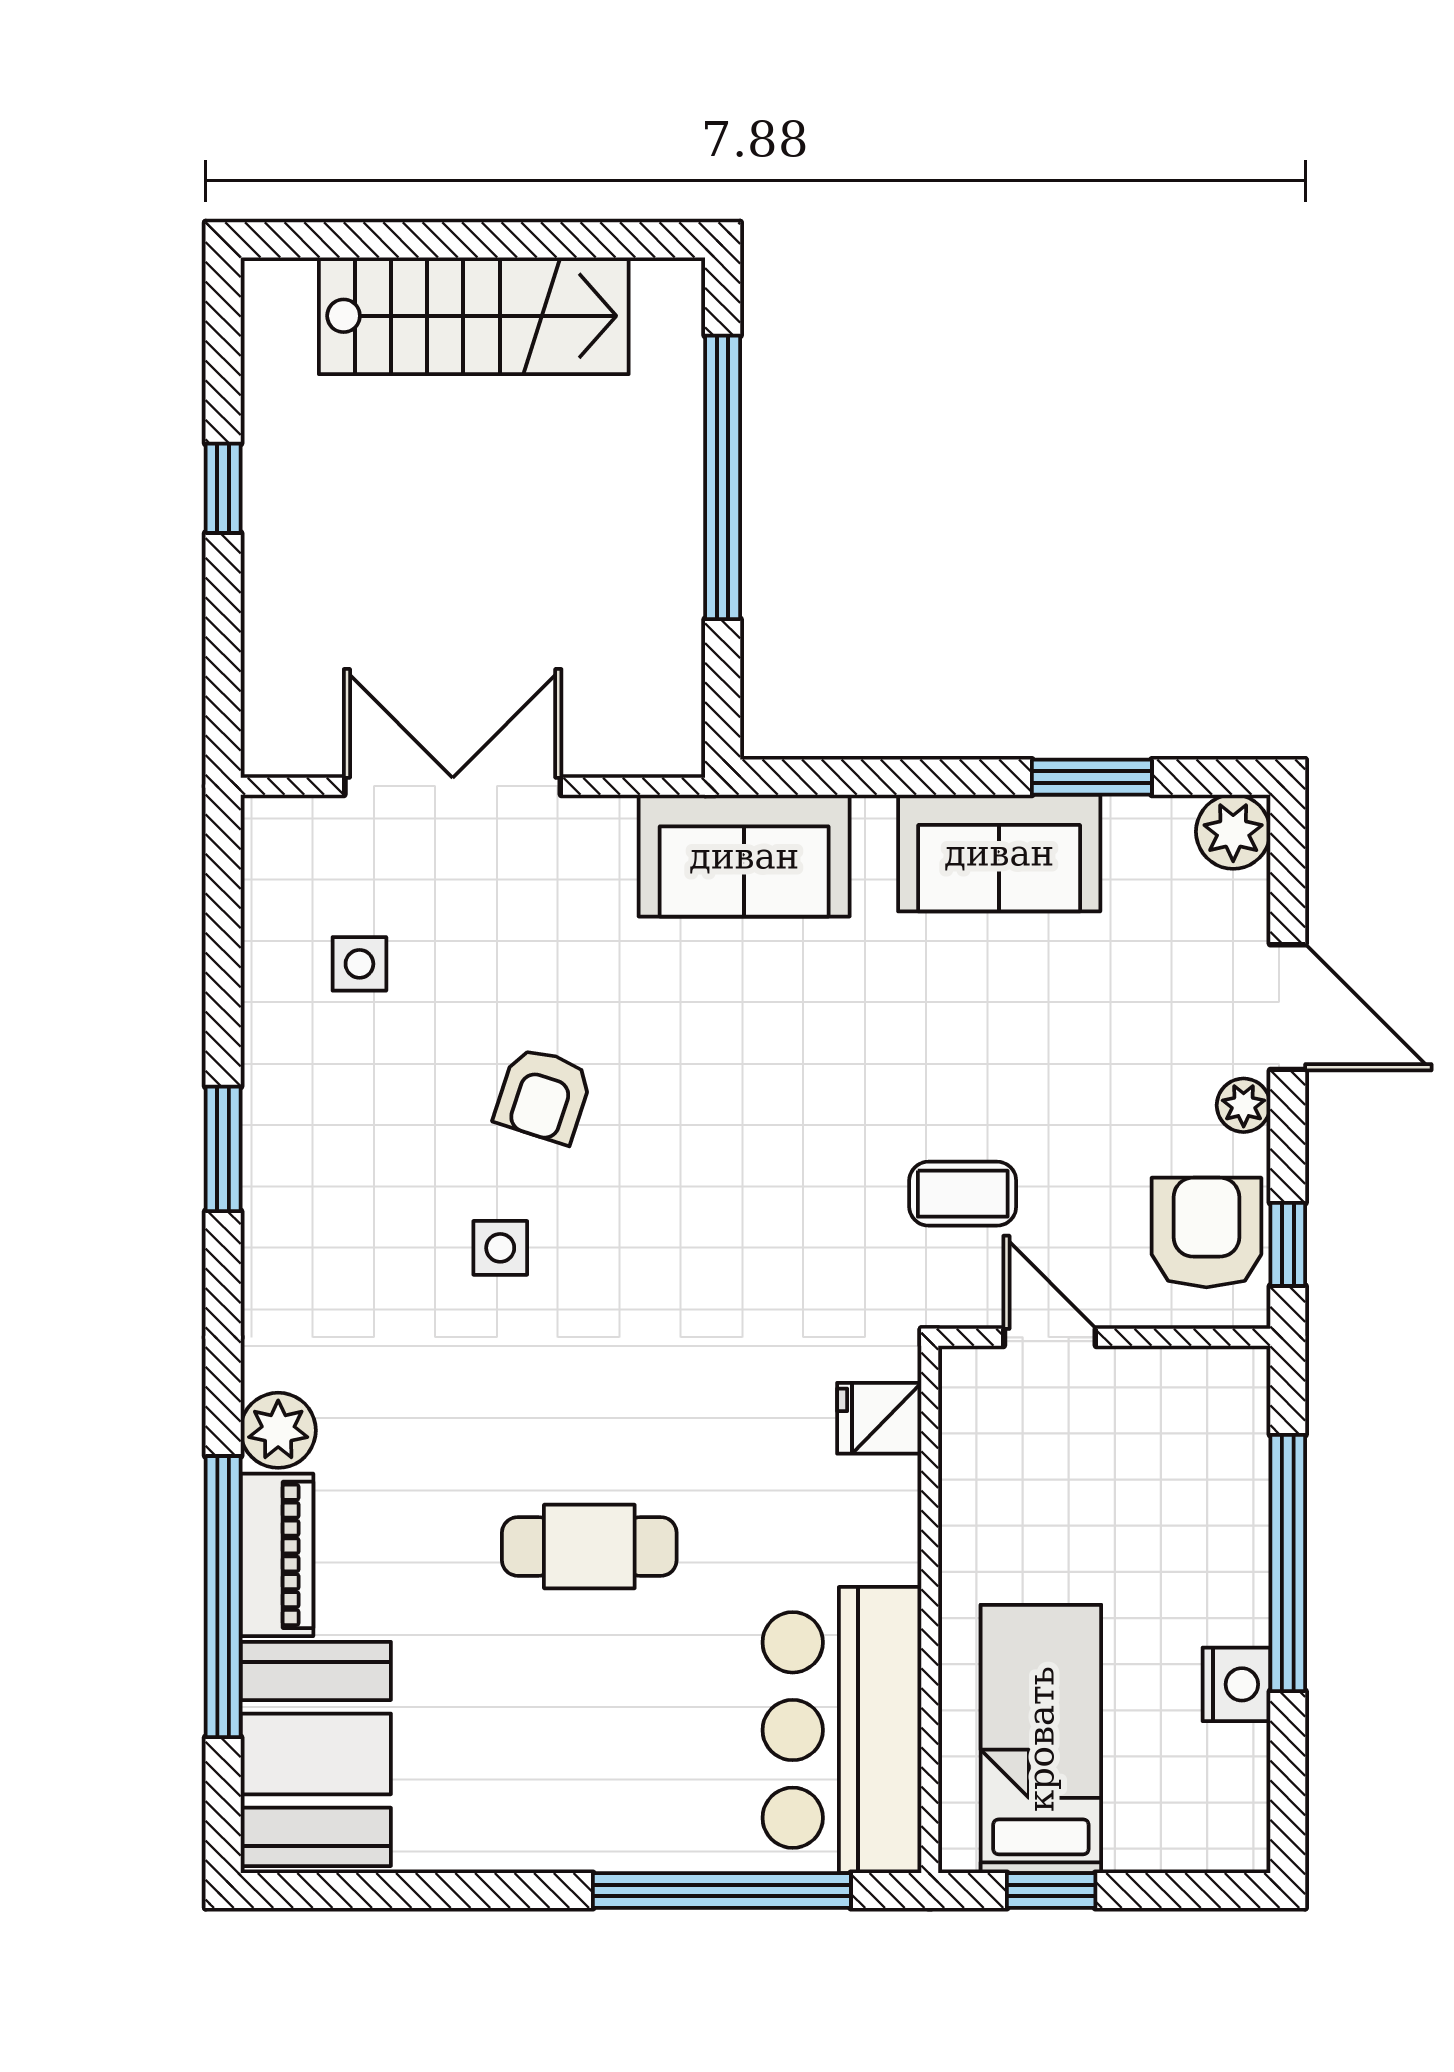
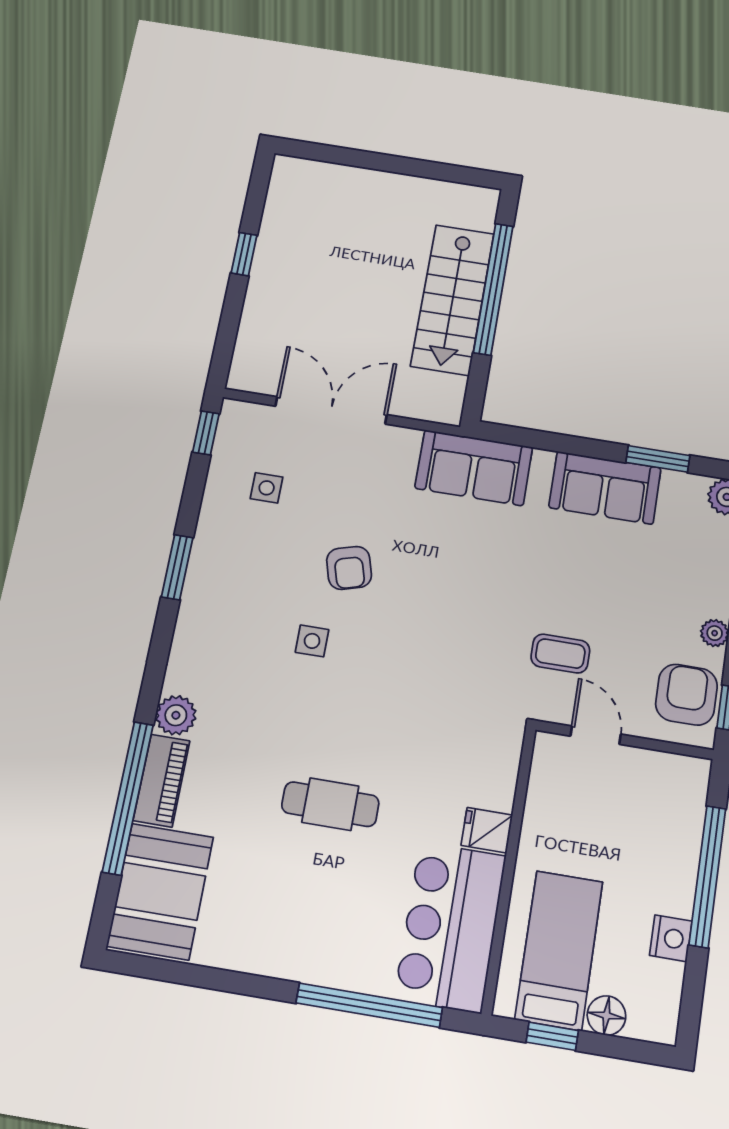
stairs: (474, 316) -> (453, 300), moved, turned 90
window: (223, 873) -> (206, 433), added
armchair: (543, 1095) -> (349, 568), turned -34
fridge: (879, 1418) -> (487, 830), moved
floor lamp: (1141, 1839) -> (606, 1016), added

